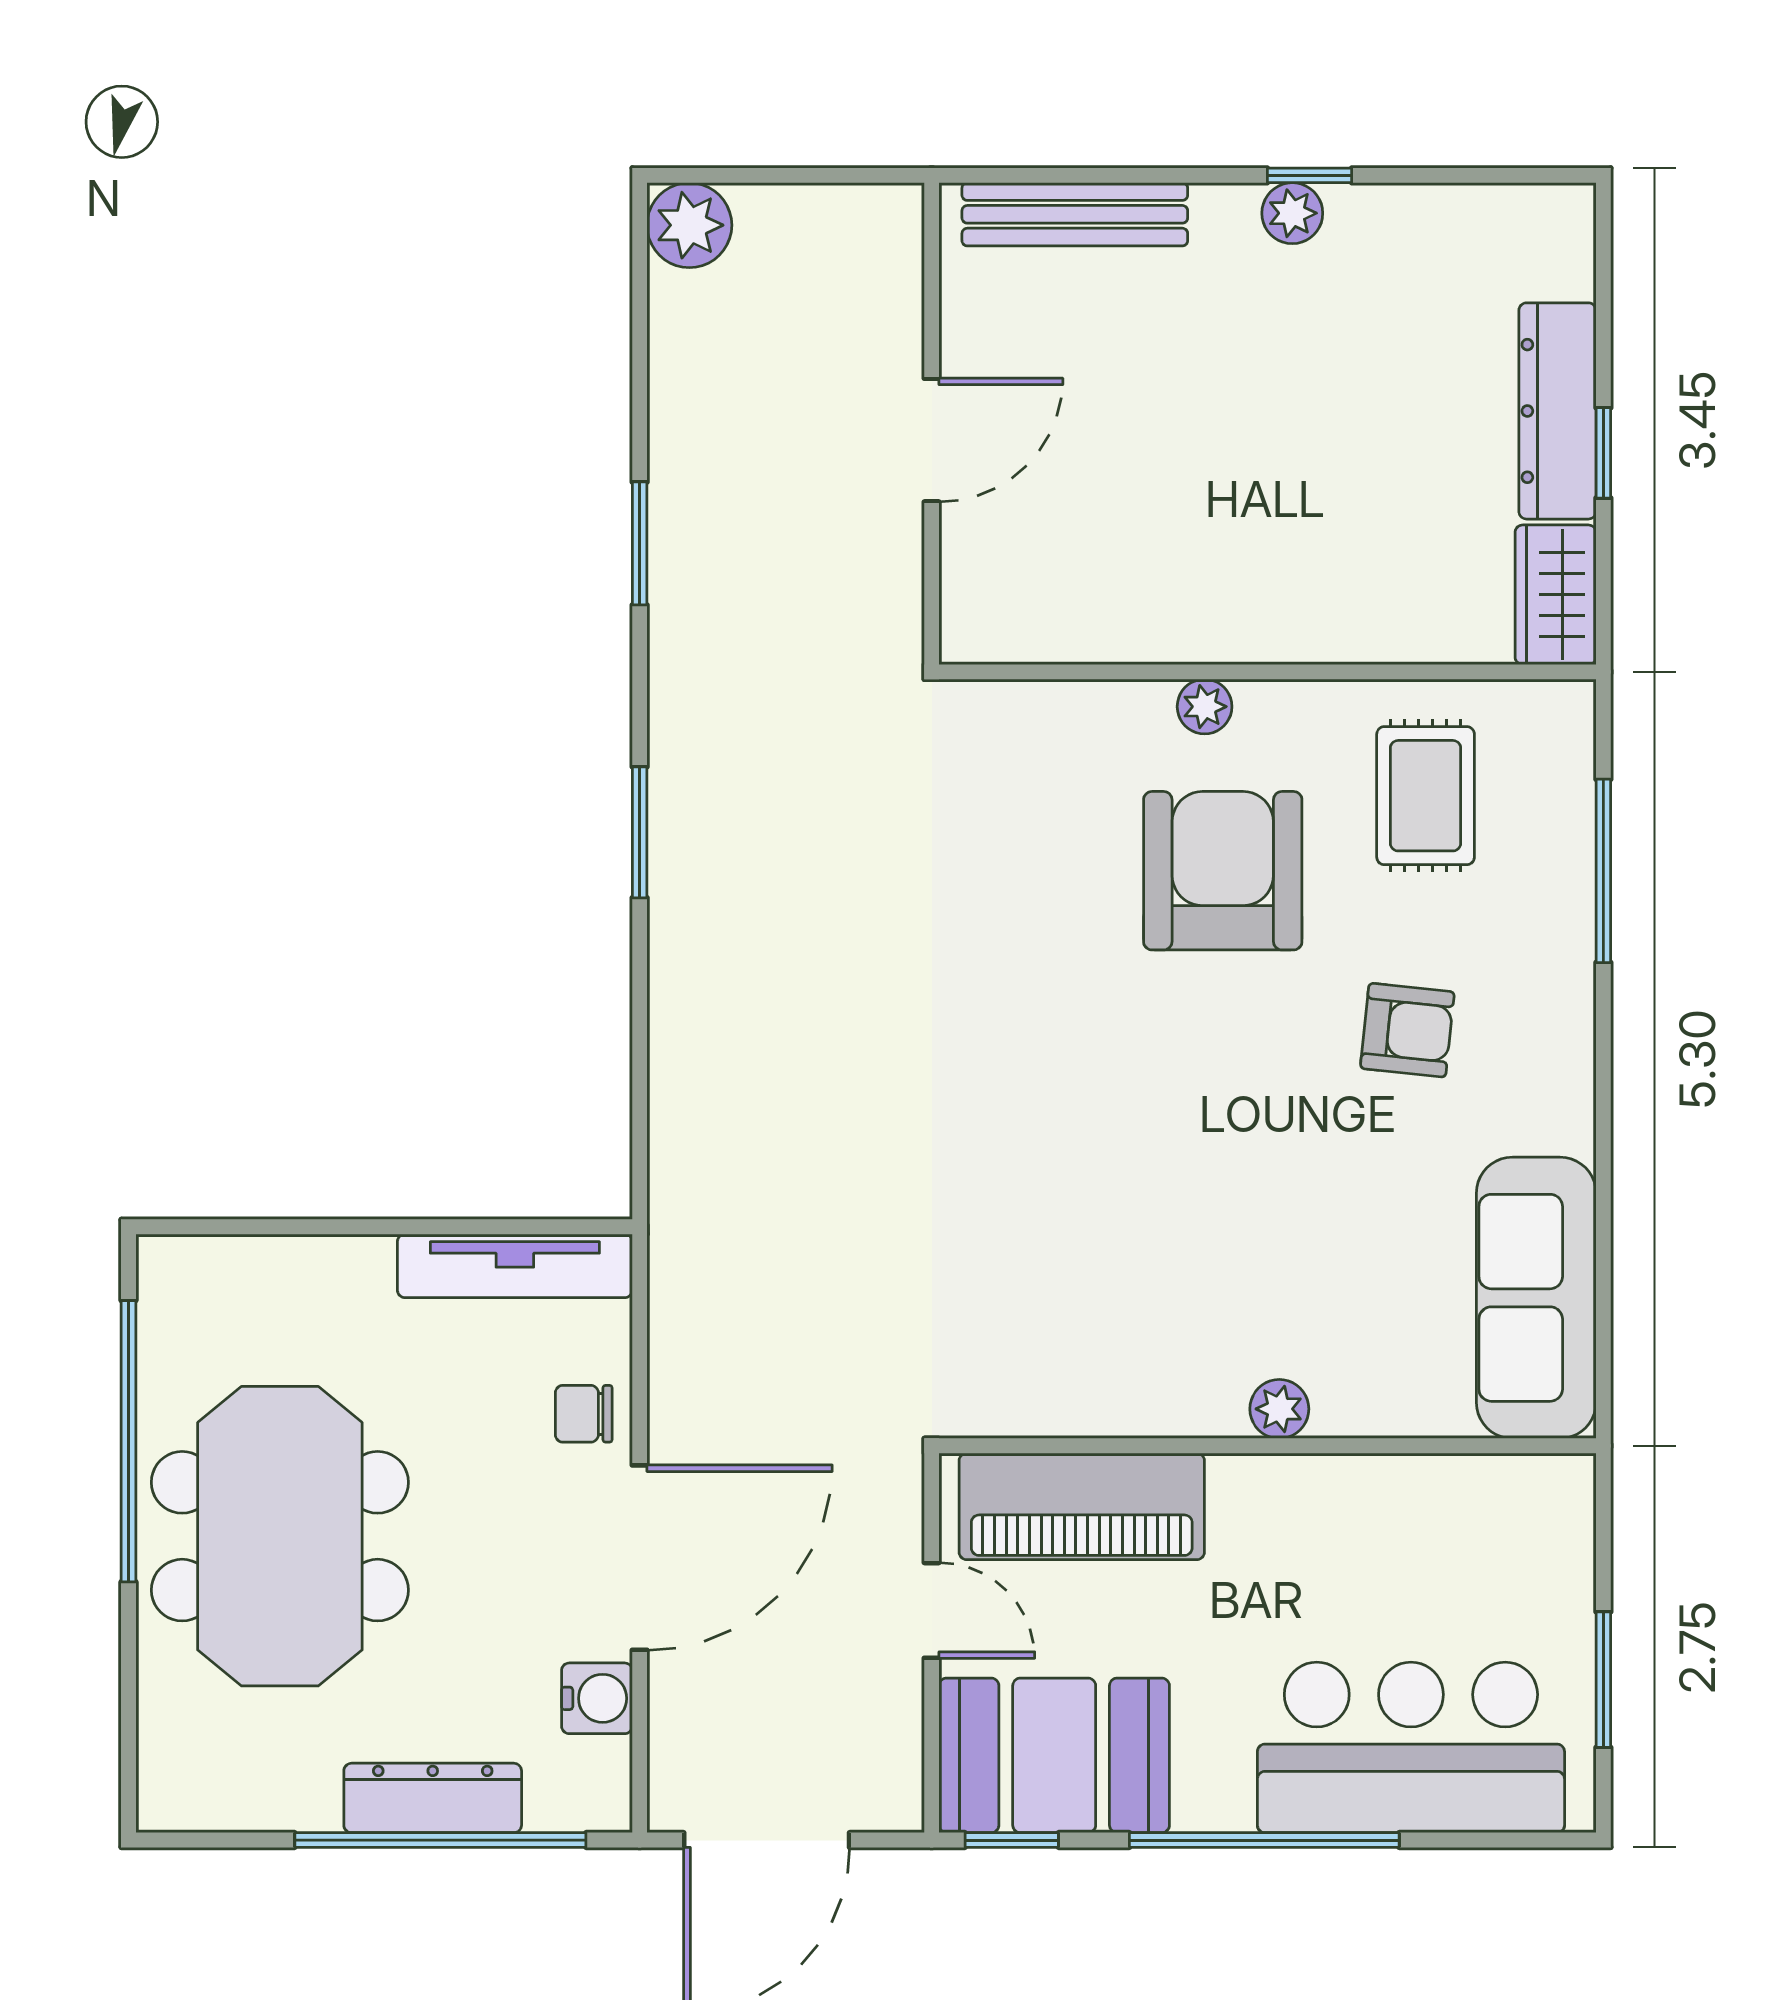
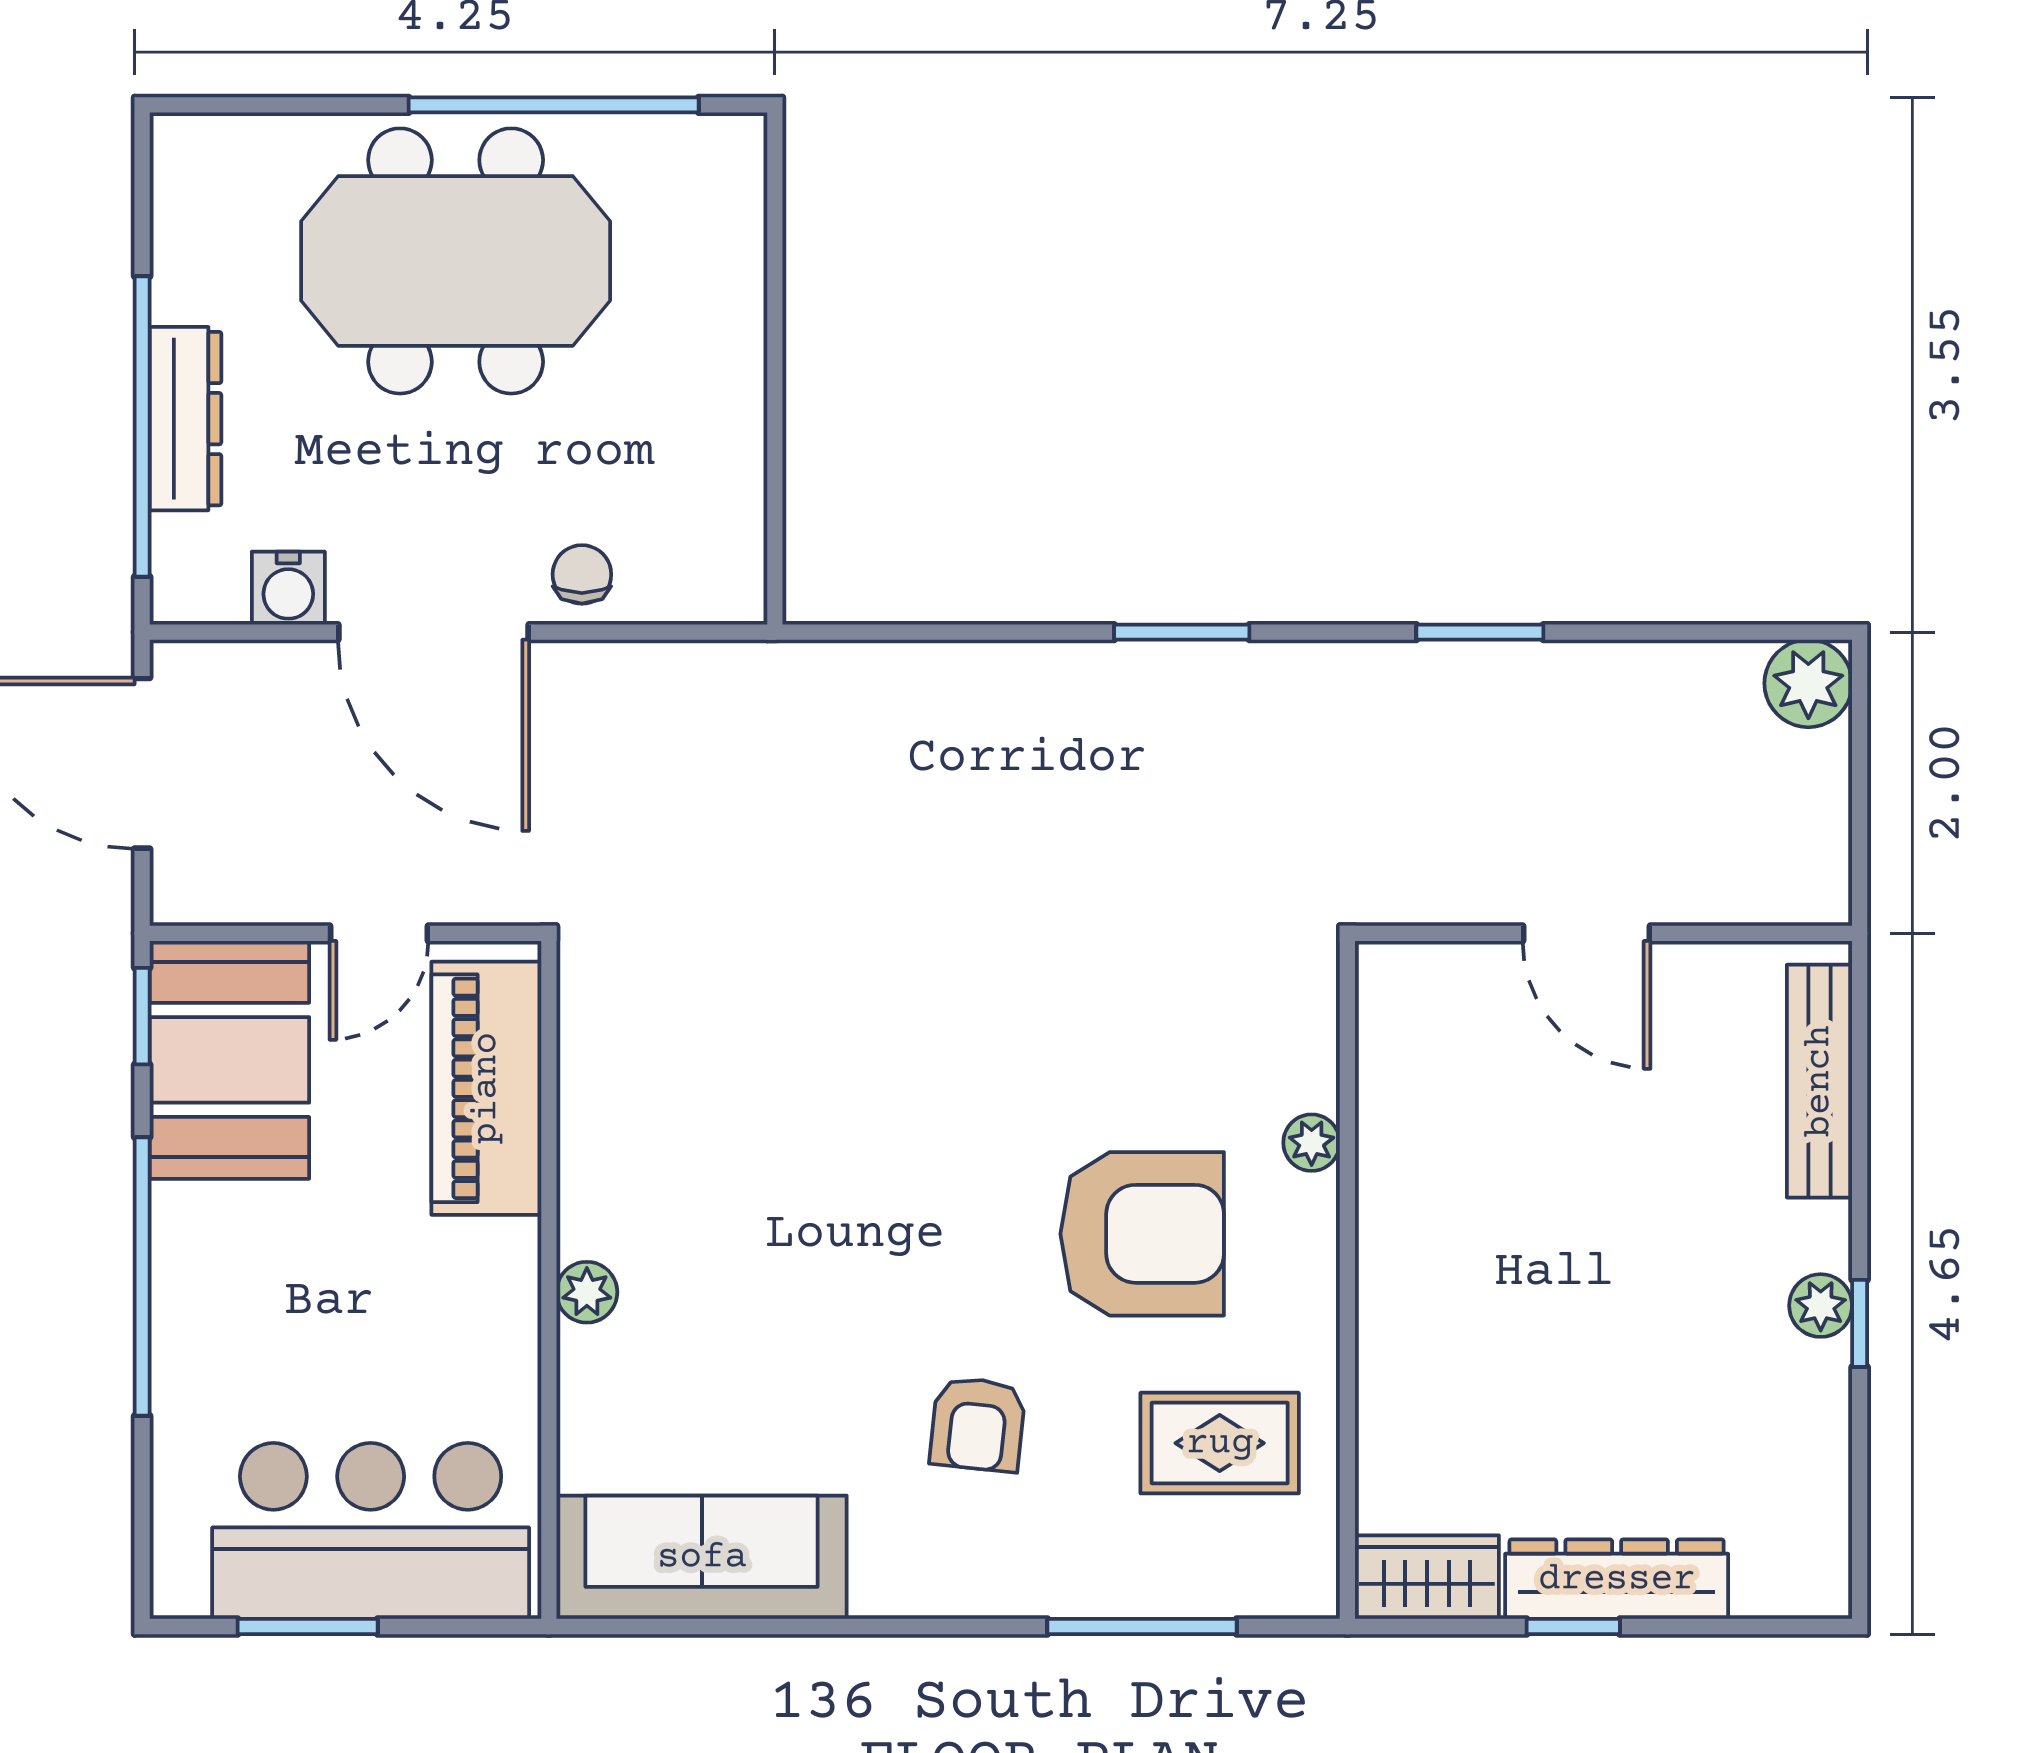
plant: (1205, 707) -> (1312, 1143), moved
tv unit: (515, 1266) -> (734, 503), removed
bar counter: (1411, 1747) -> (371, 1531), moved, turned -90

